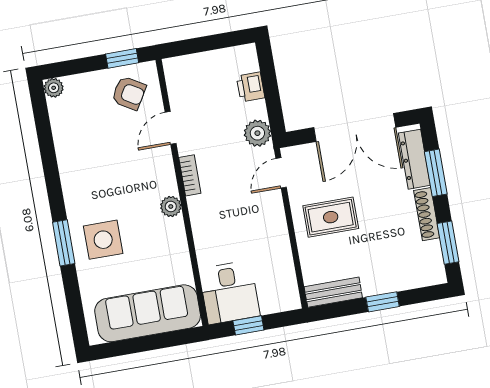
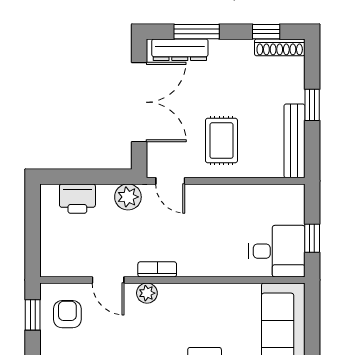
printer: (251, 87) -> (77, 199), width x1.36, depth x1.24
armchair: (129, 93) -> (67, 314), turned -31
plant: (171, 206) -> (147, 293), moved
shoe rack: (427, 214) -> (280, 47), moved
window: (448, 243) -> (266, 32), width x0.67
bench: (333, 292) -> (294, 141), width x1.36

